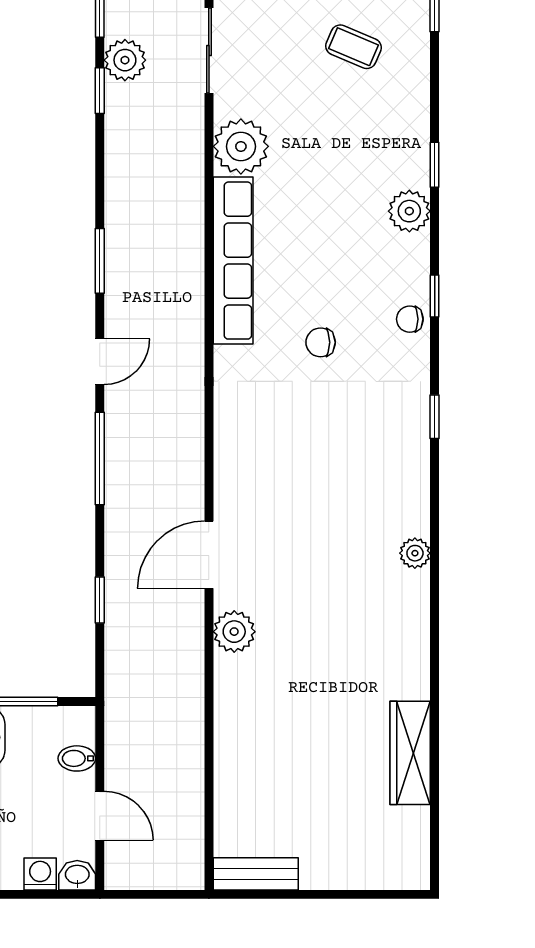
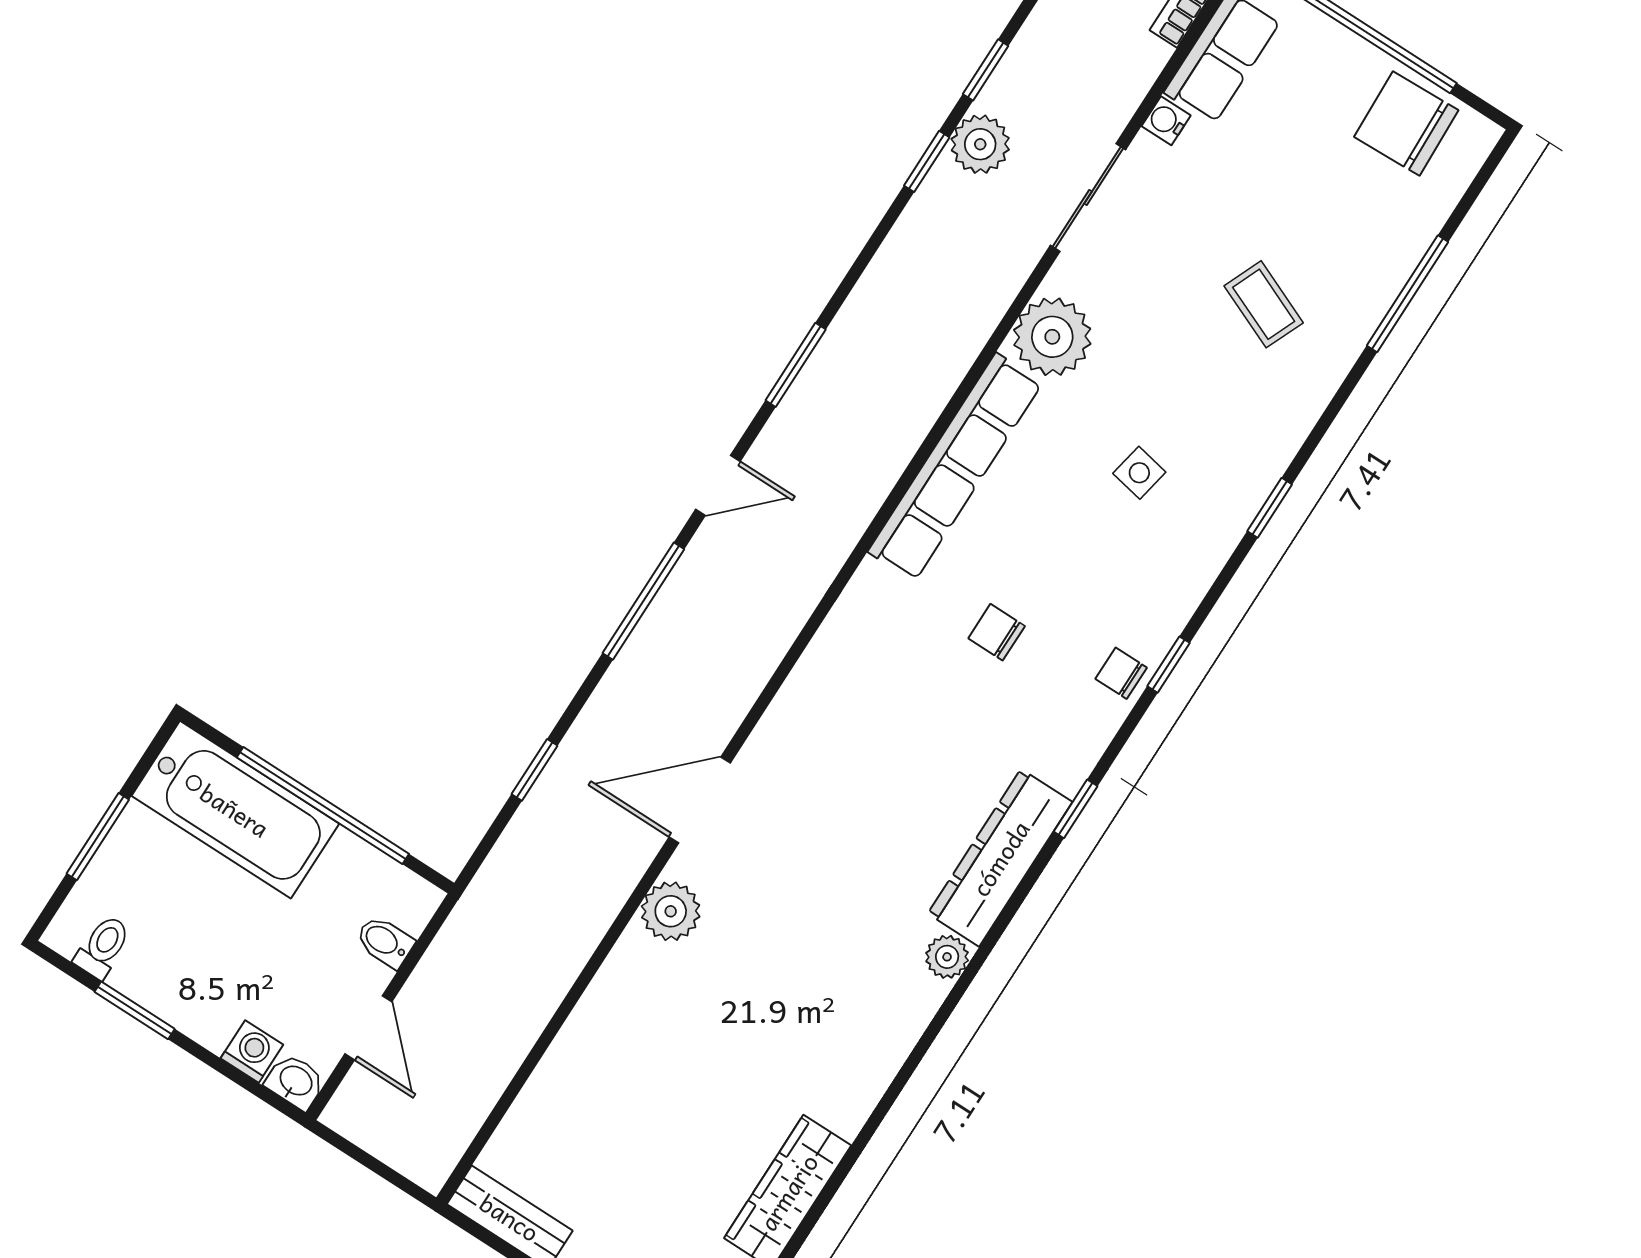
side table: (344, 194) -> (1139, 473), added
plant: (409, 211) -> (1204, 544), removed
dresser: (409, 474) -> (1000, 858), added

